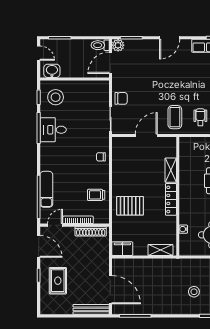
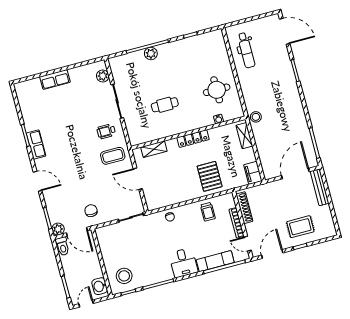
chair: (121, 98) -> (91, 211), moved
desk: (53, 130) -> (183, 263), moved
shelving: (171, 170) -> (154, 149), moved
stool: (194, 292) -> (256, 117), moved

